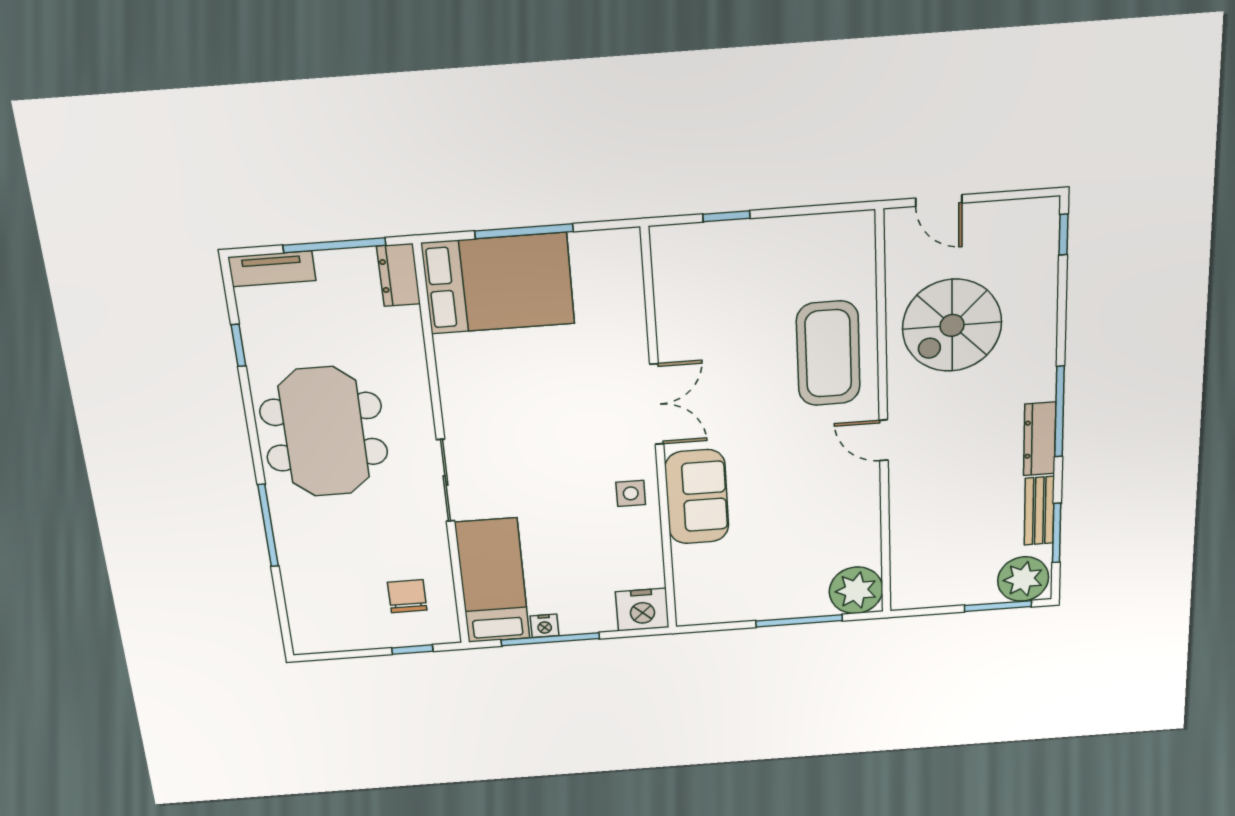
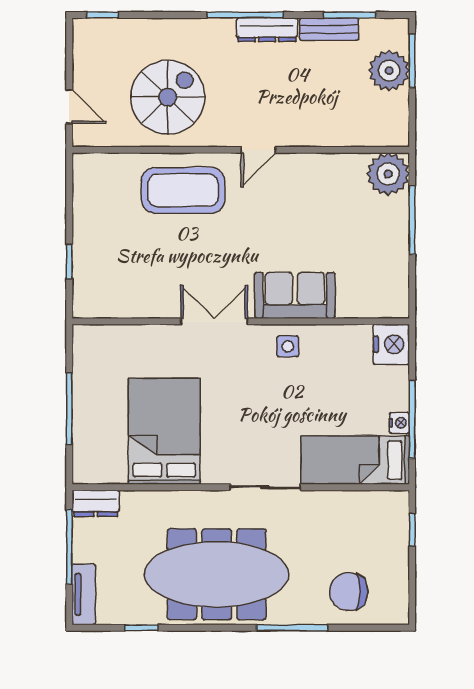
door: (939, 201) -> (69, 107), hinge flipped
bed: (498, 283) -> (164, 431), moved
spiral stairs: (952, 325) -> (168, 97), turned -90
meeting table: (324, 432) -> (217, 574), width x1.36
plant: (1023, 579) -> (389, 71), moved
chair: (407, 596) -> (349, 592), moved, width x1.37, depth x1.37

